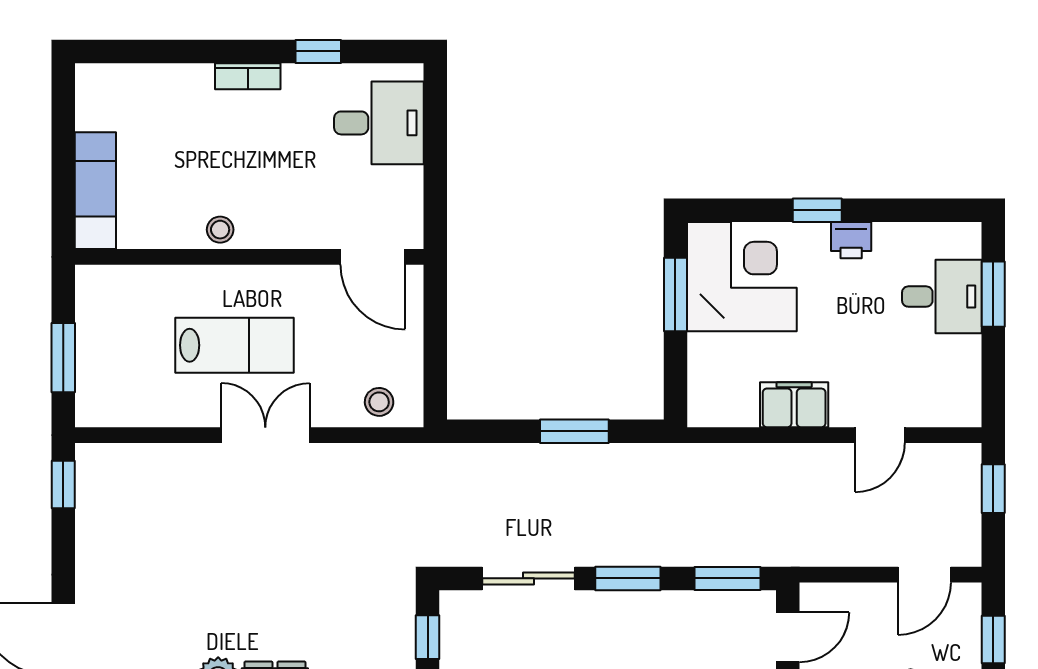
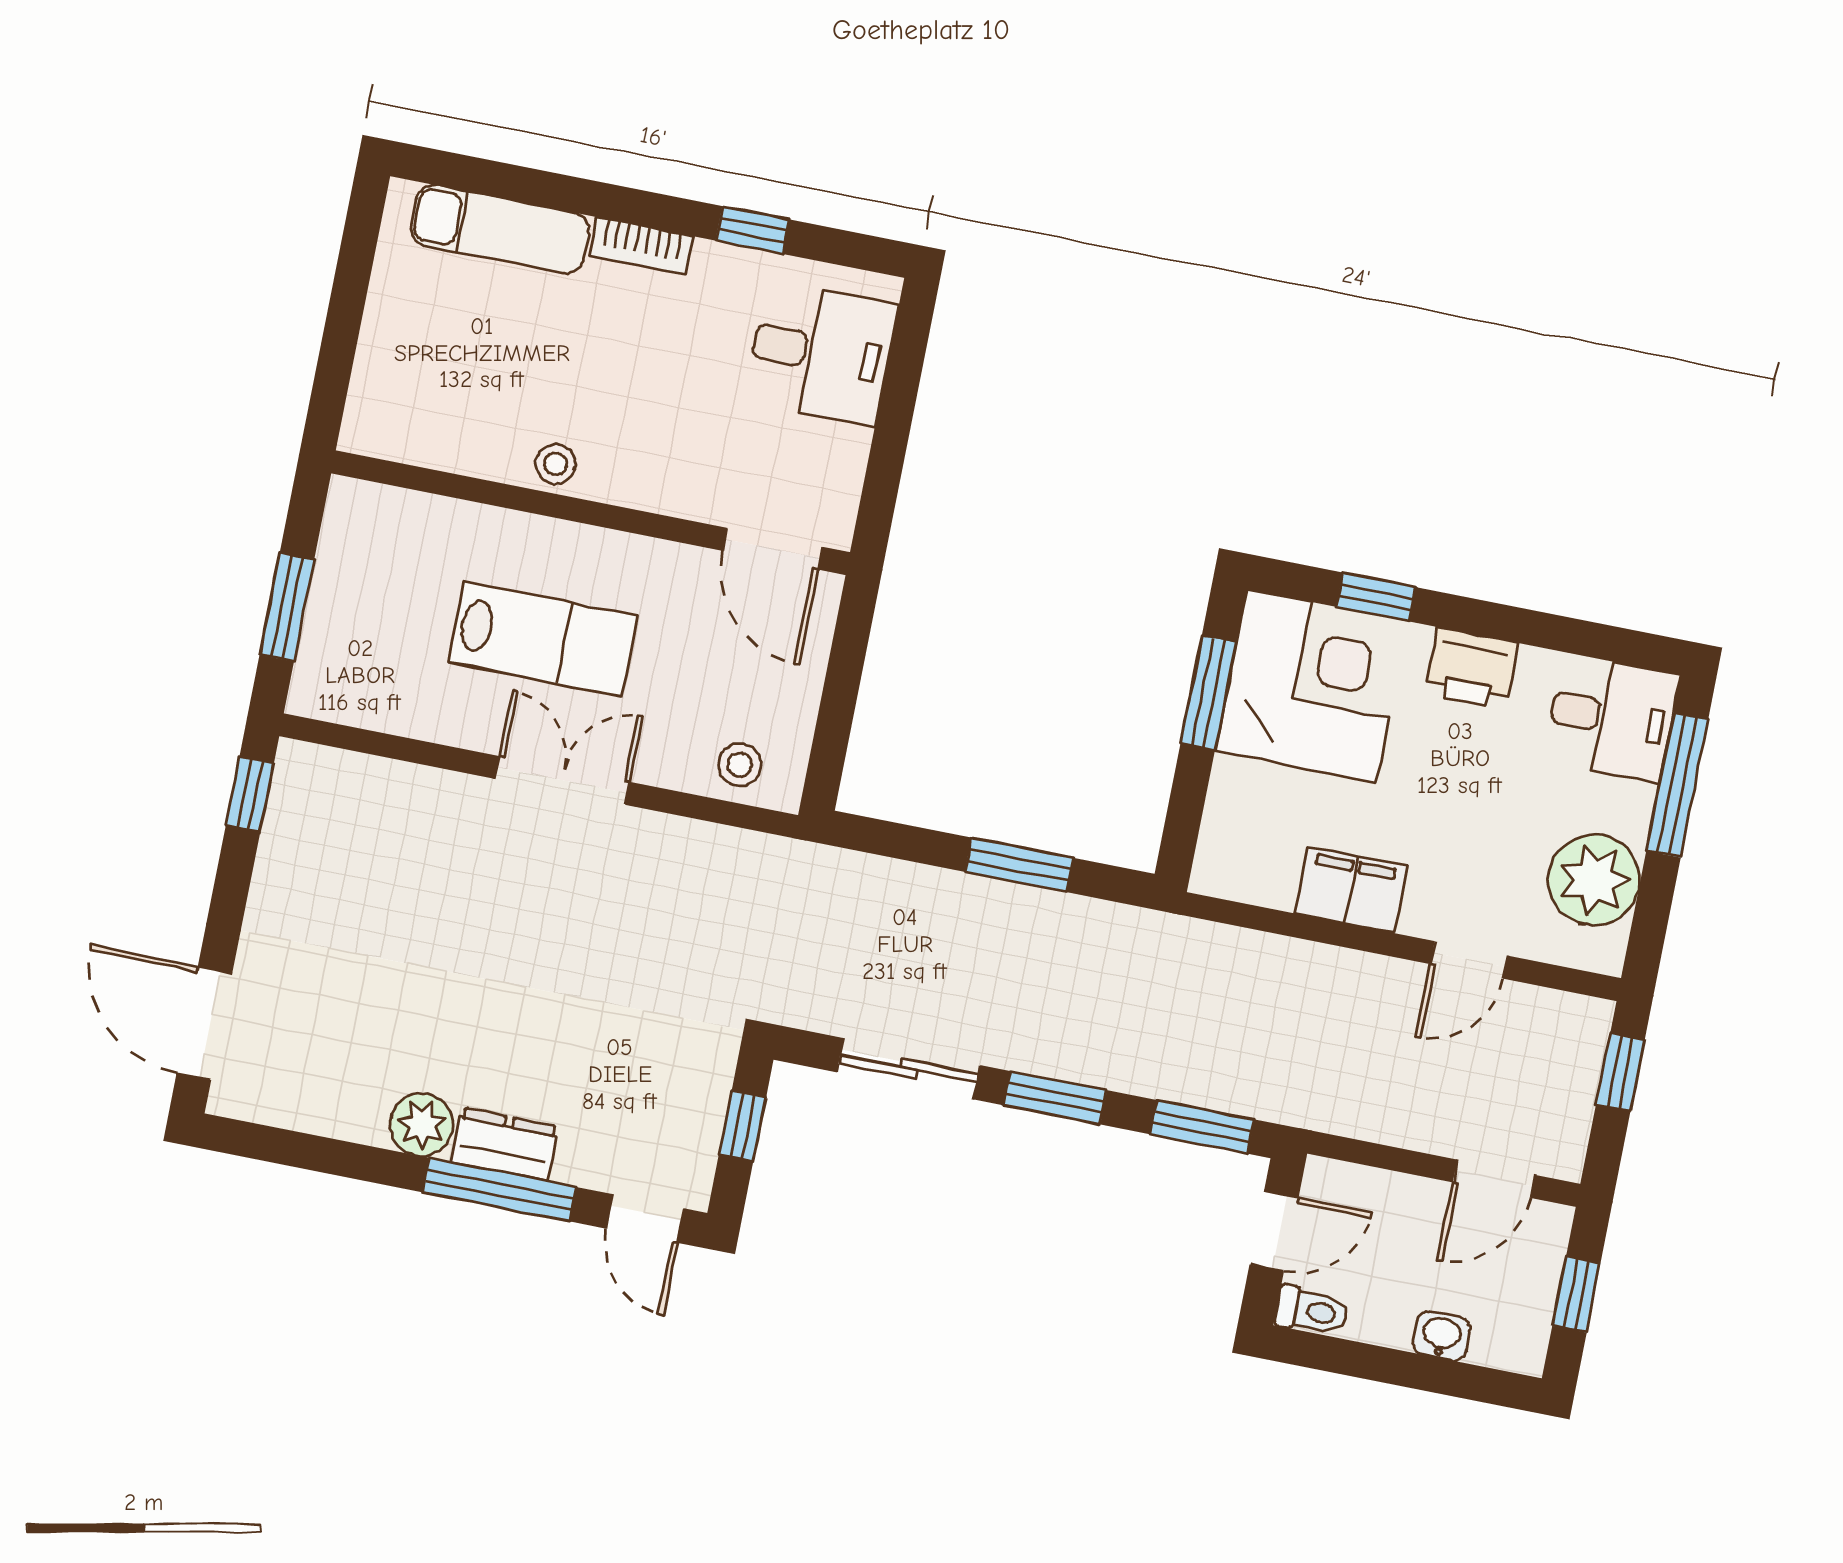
exam couch: (95, 191) -> (500, 229), moved, turned 90
window: (817, 210) -> (1376, 597), moved
printer: (851, 240) -> (1471, 668), width x1.36, depth x1.24
window: (993, 294) -> (1677, 785), width x1.44
desk: (942, 297) -> (1612, 718), moved
plant: (951, 367) -> (1594, 880), added

